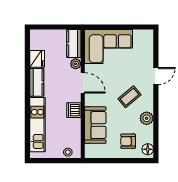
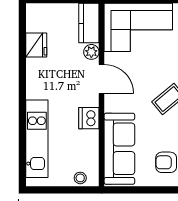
kitchen counter: (37, 82) -> (36, 78), removed
sofa: (95, 125) -> (119, 149), width x1.36

